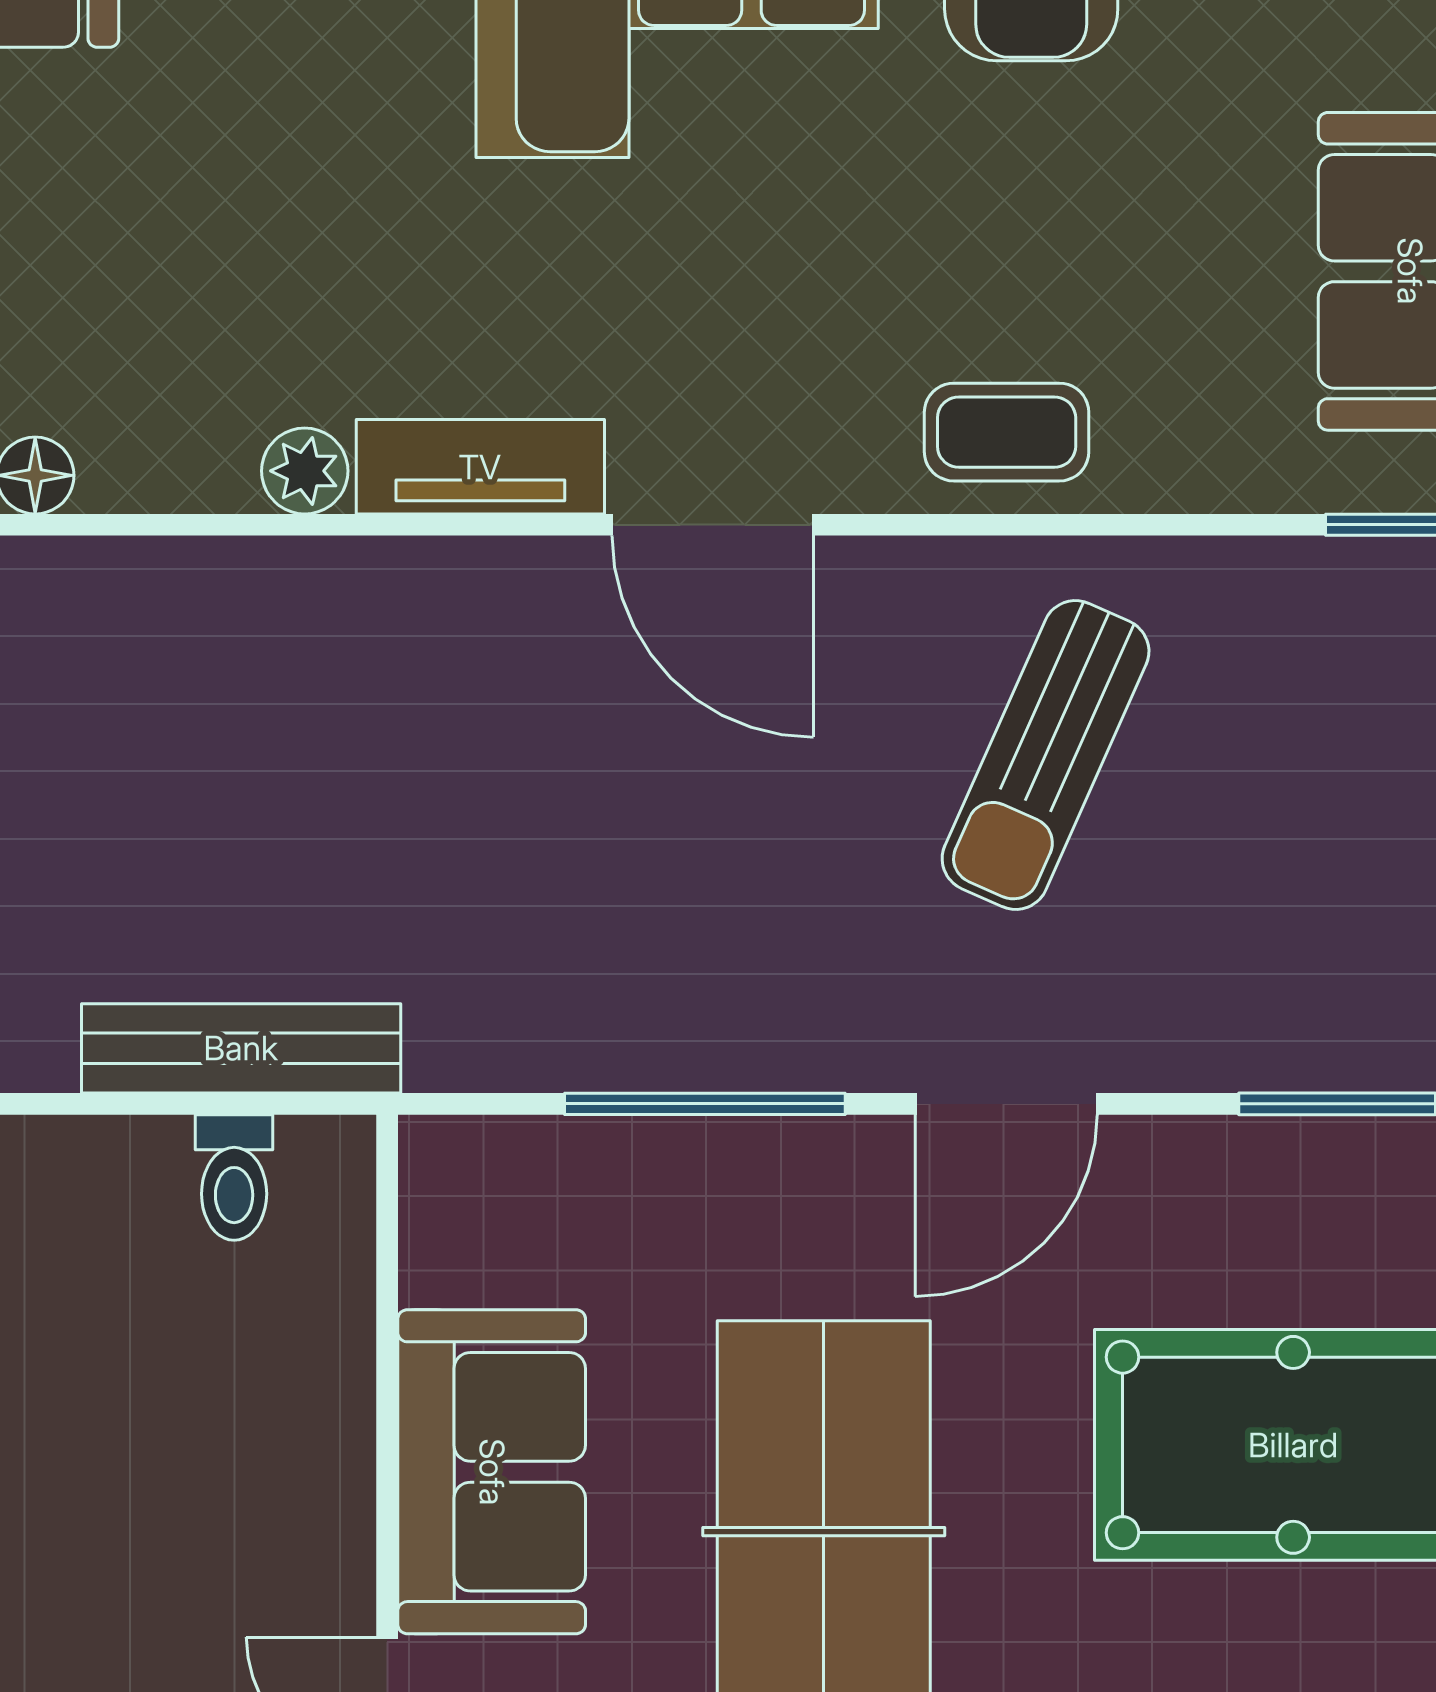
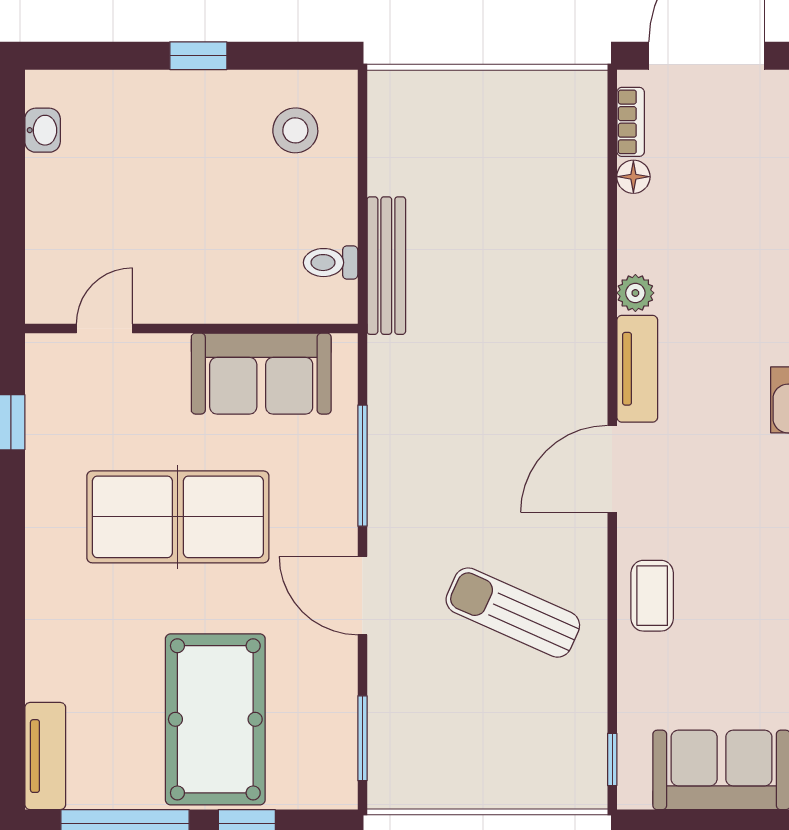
sofa: (492, 1472) -> (261, 374), moved

